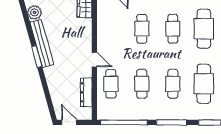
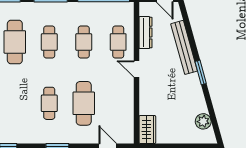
cafe table: (142, 29) -> (84, 103), width x1.37, depth x1.35
cafe table: (204, 29) -> (15, 103), removed
bench: (42, 43) -> (184, 47), moved

